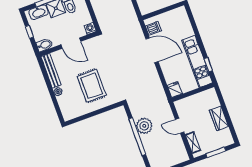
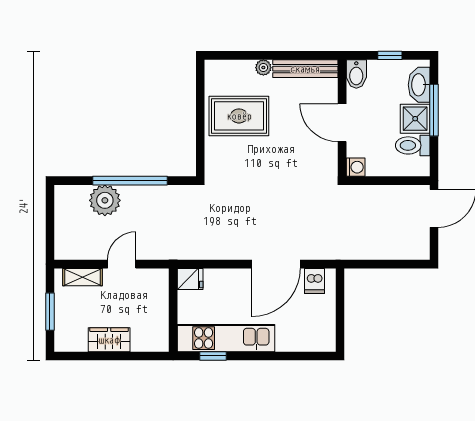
door: (71, 43) -> (342, 123), hinge flipped
rug: (92, 86) -> (239, 116), moved
plant: (144, 126) -> (105, 200), moved

